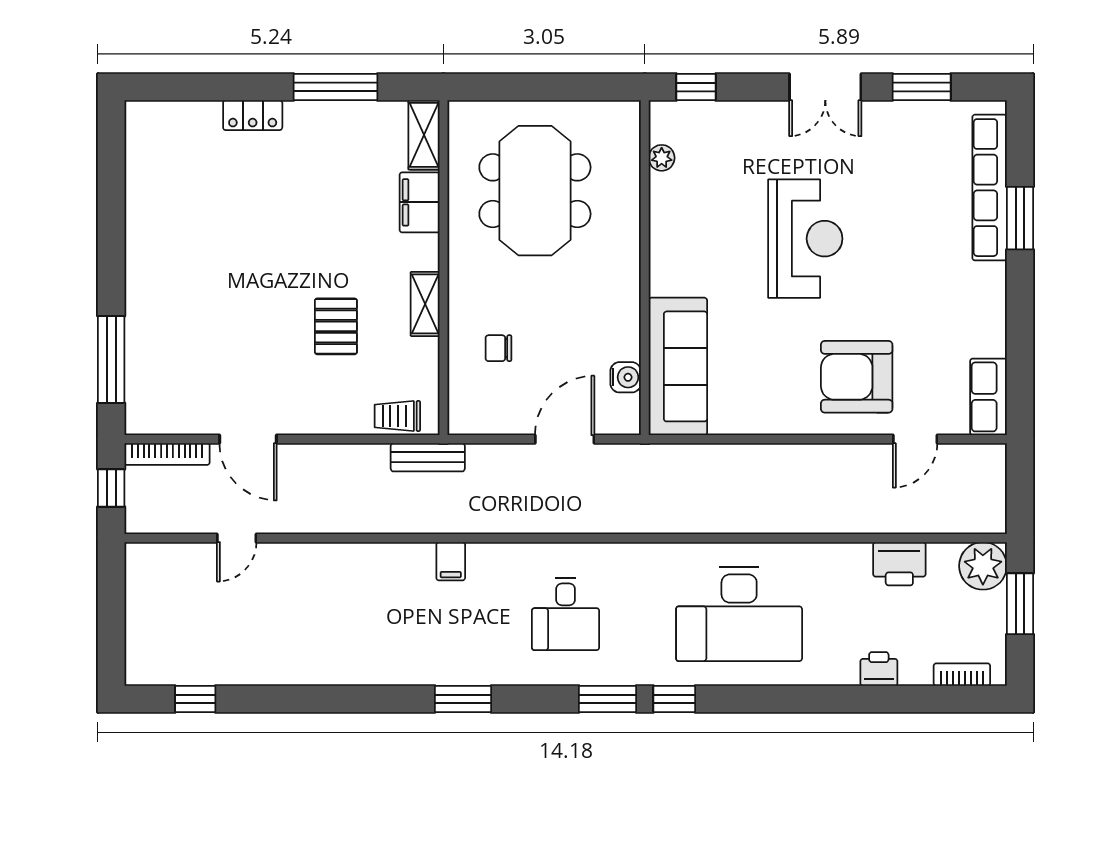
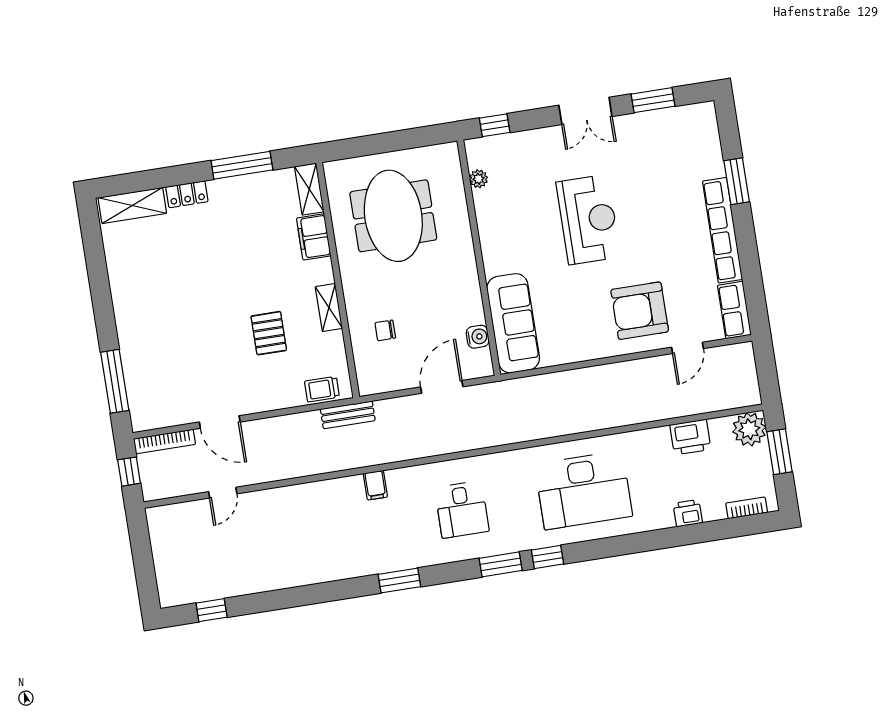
shelving: (174, 119) -> (132, 205), added
row of seats: (990, 188) -> (722, 230), moved

